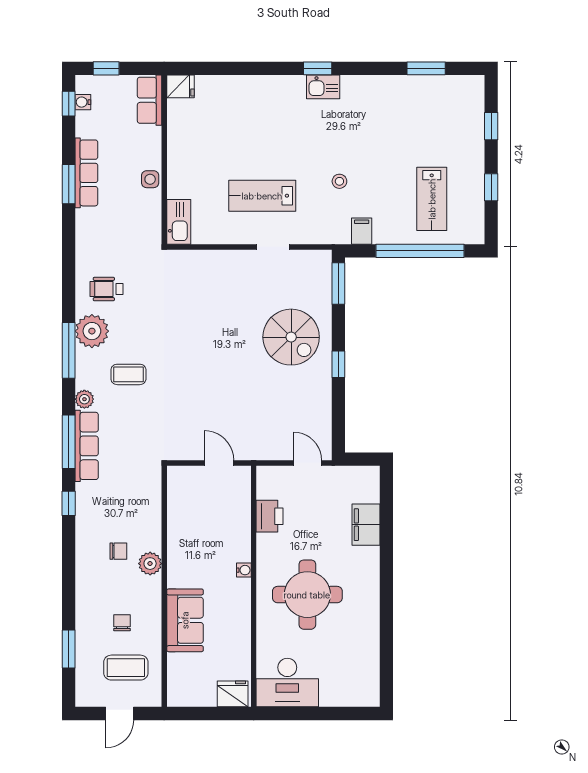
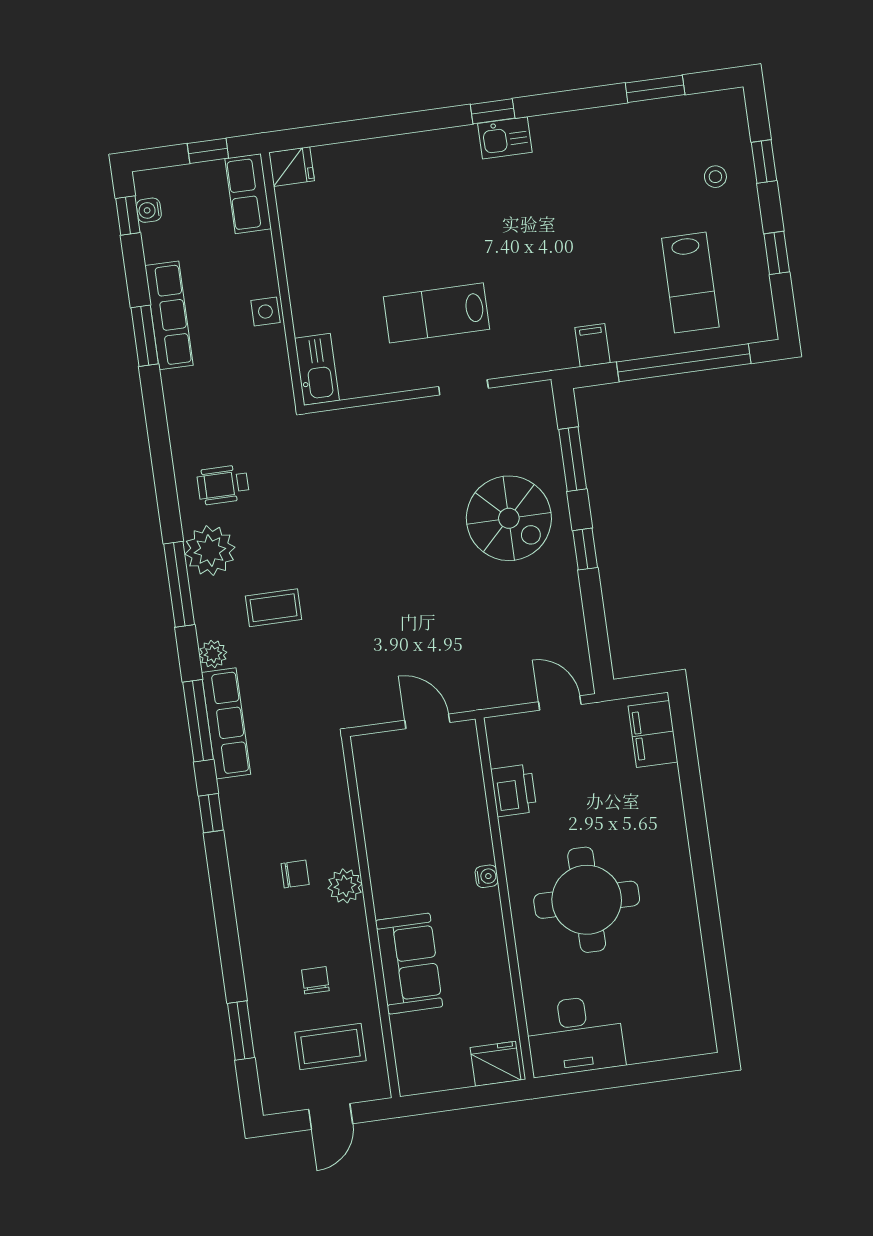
window: (106, 68) -> (208, 151), moved
stool: (339, 181) -> (715, 177), moved
window: (338, 283) -> (573, 459), moved
filing cabinet: (366, 525) -> (653, 734), moved

